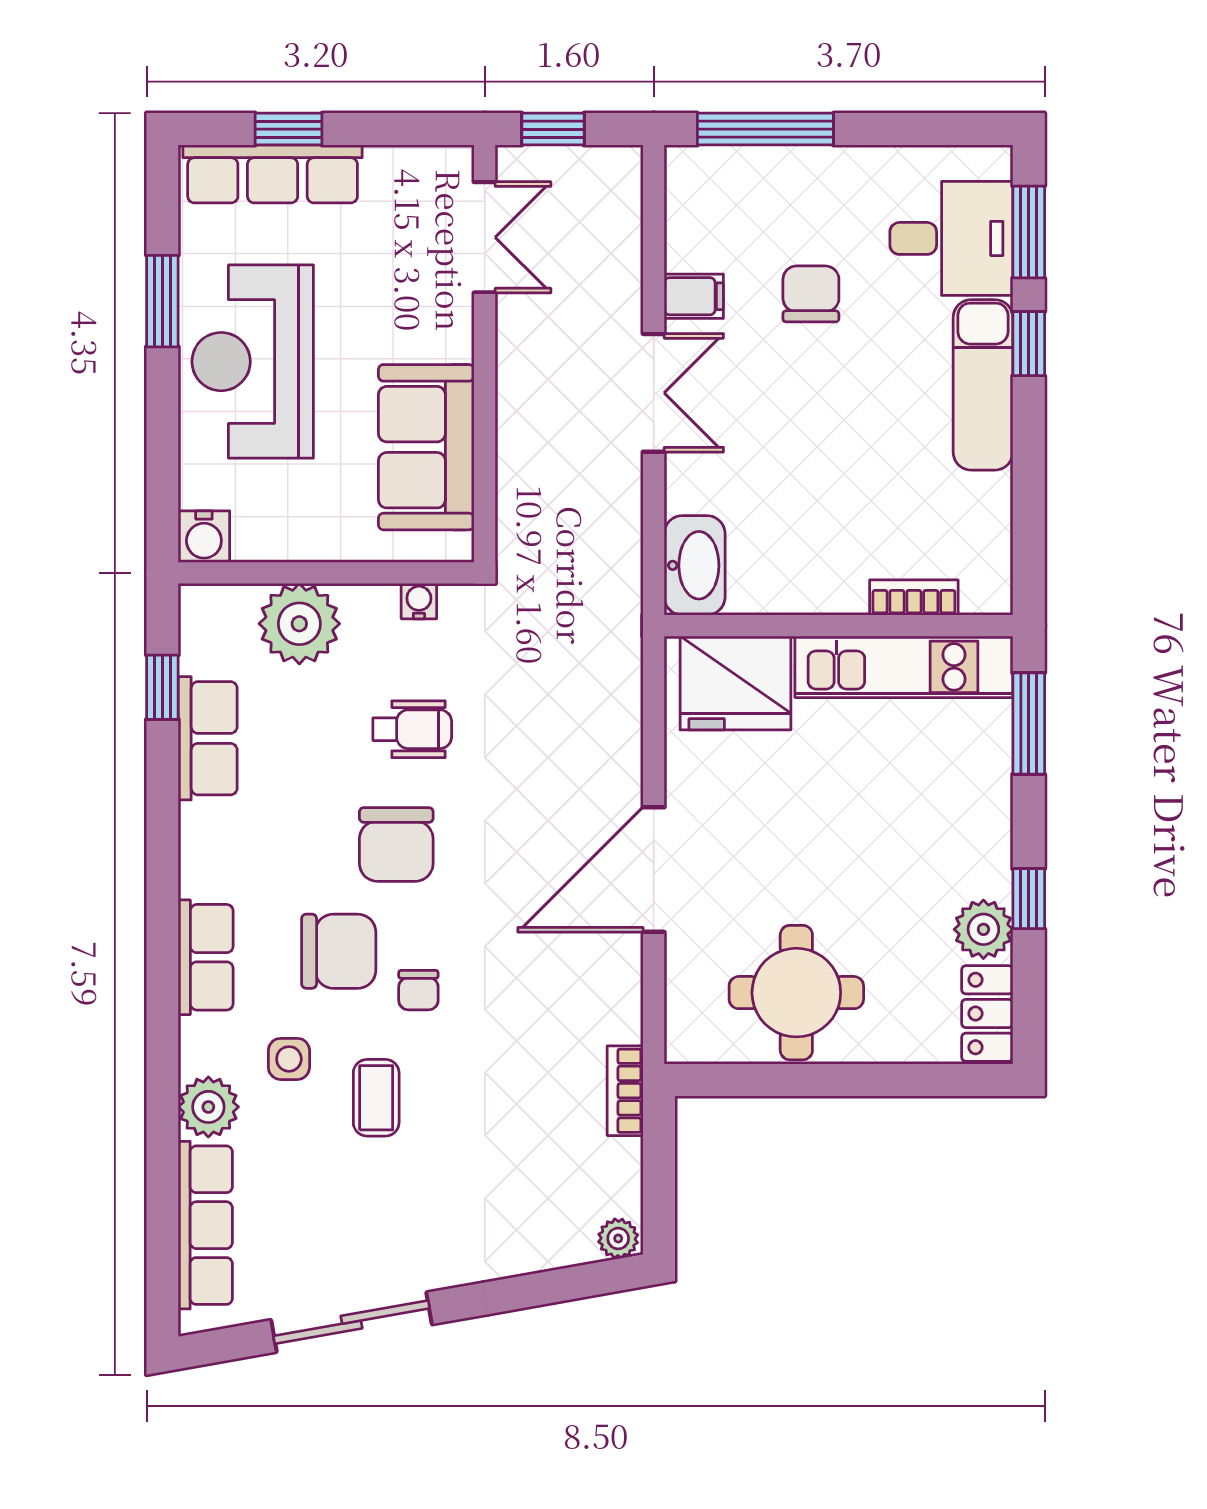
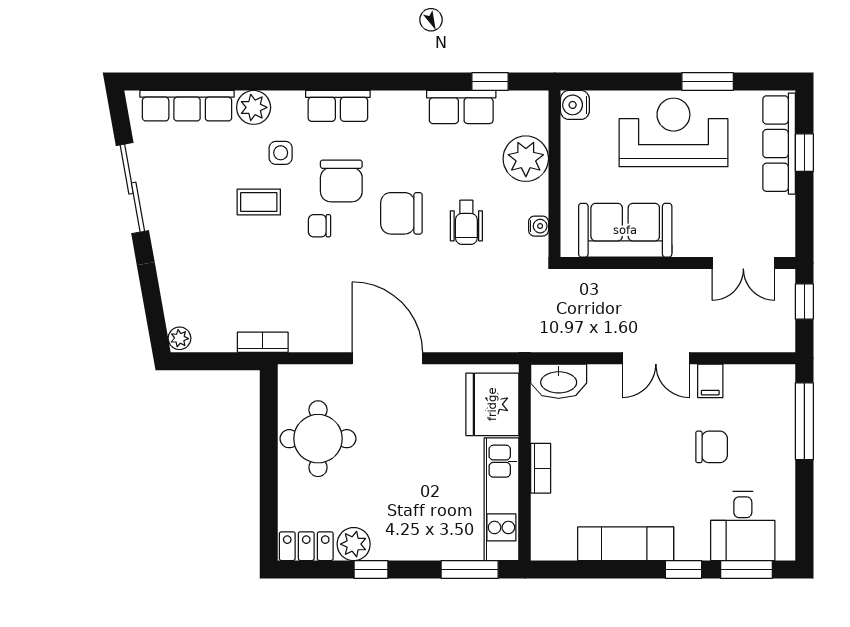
exam couch: (983, 385) -> (626, 544), moved
bookcase: (914, 597) -> (541, 468), moved

